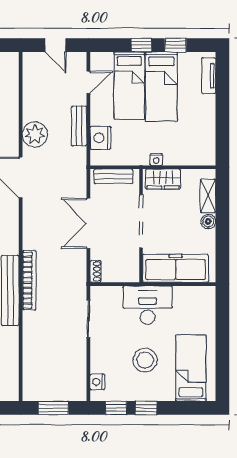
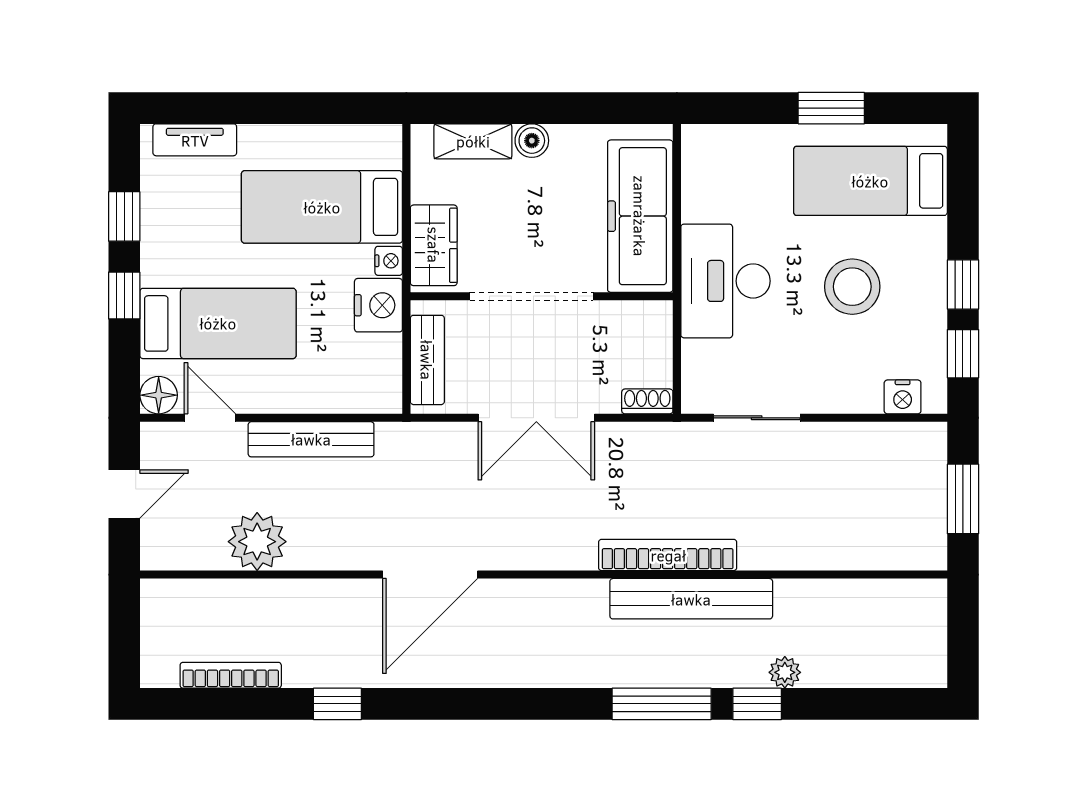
floor lamp: (98, 60) -> (159, 395), added
bed: (161, 87) -> (322, 207), moved, turned 180
bench: (79, 126) -> (311, 439), width x1.36
plant: (35, 134) -> (257, 542), moved
nightstand: (100, 138) -> (378, 305), moved, turned -90
window: (222, 351) -> (831, 108), added

